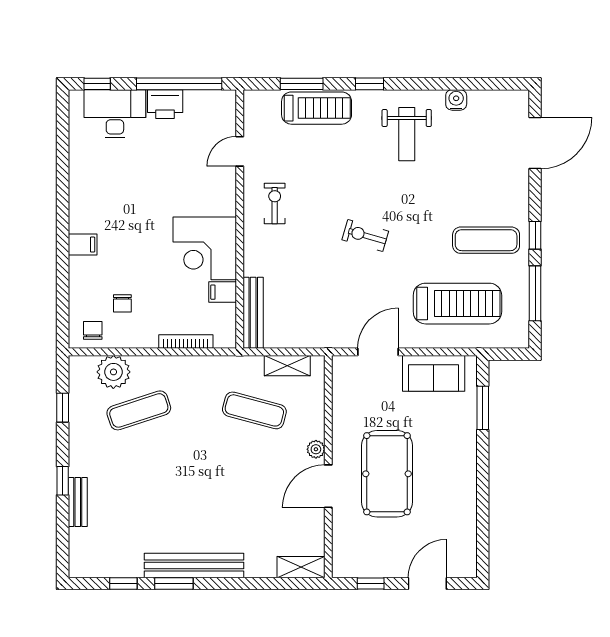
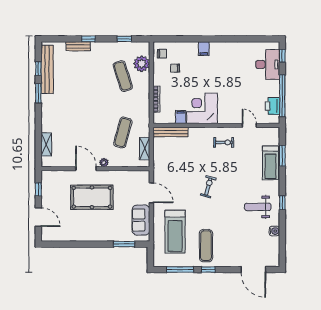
window: (370, 84) -> (282, 203), moved
printer: (165, 104) -> (272, 106), moved
bench: (194, 566) -> (47, 69), moved
shelving: (301, 567) -> (46, 144), moved

